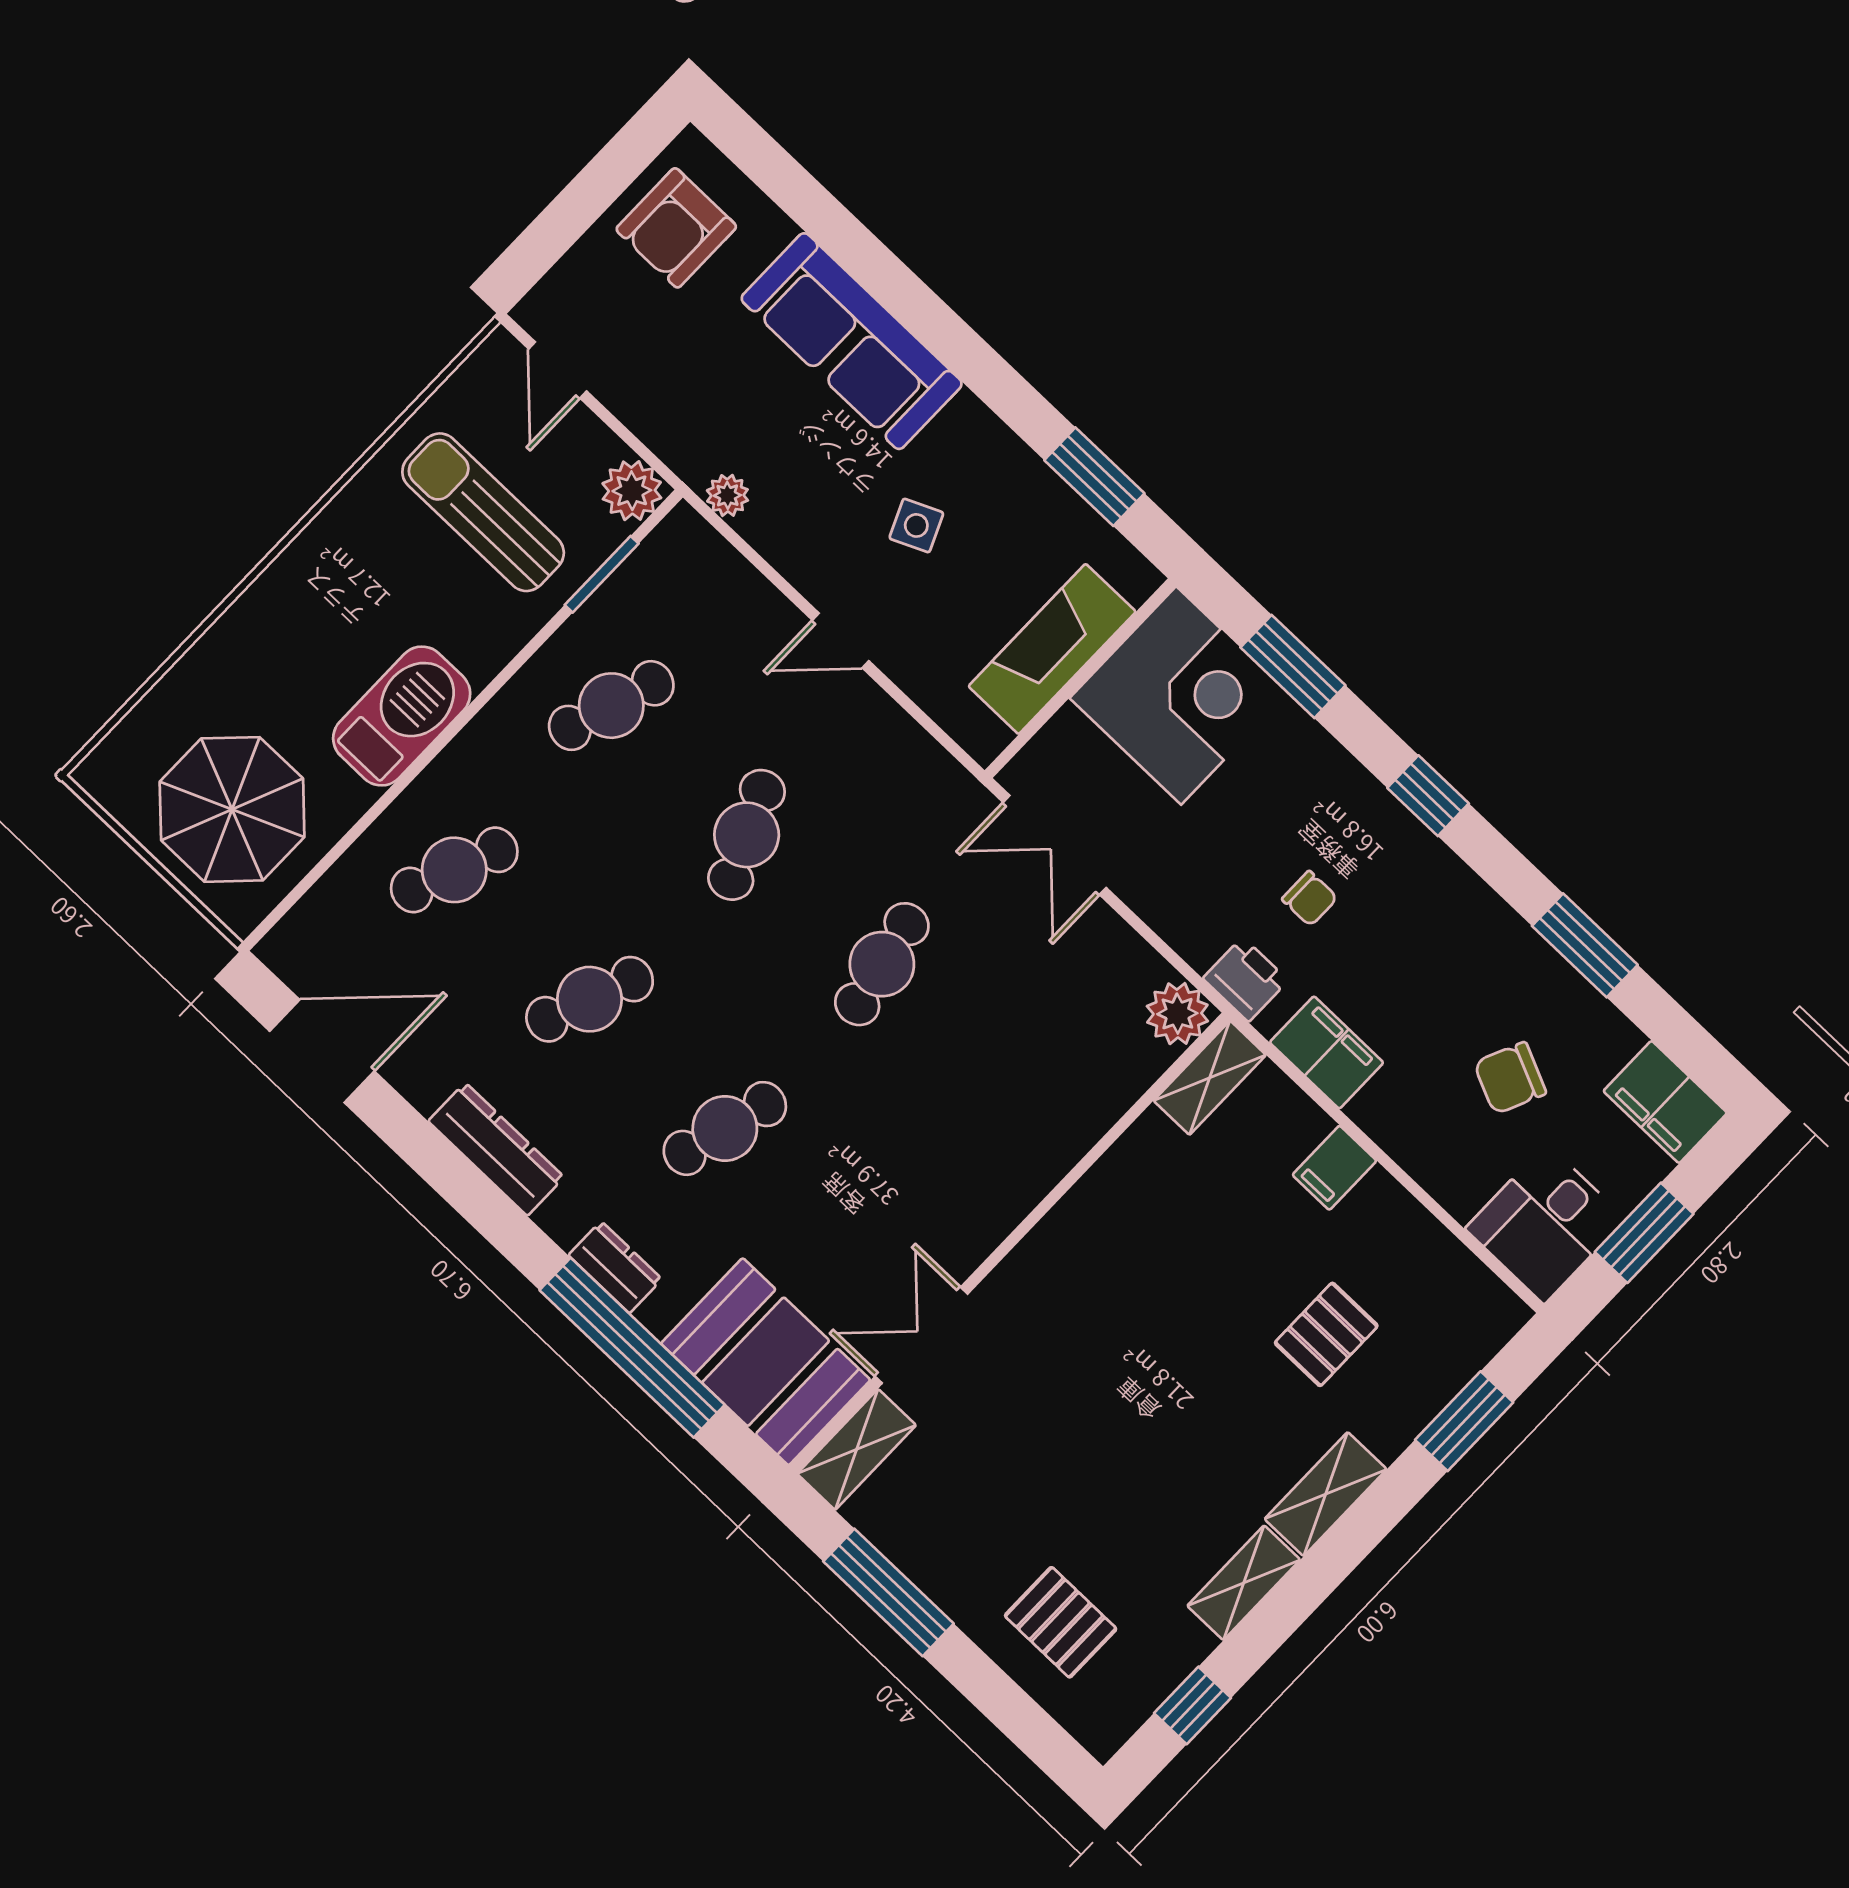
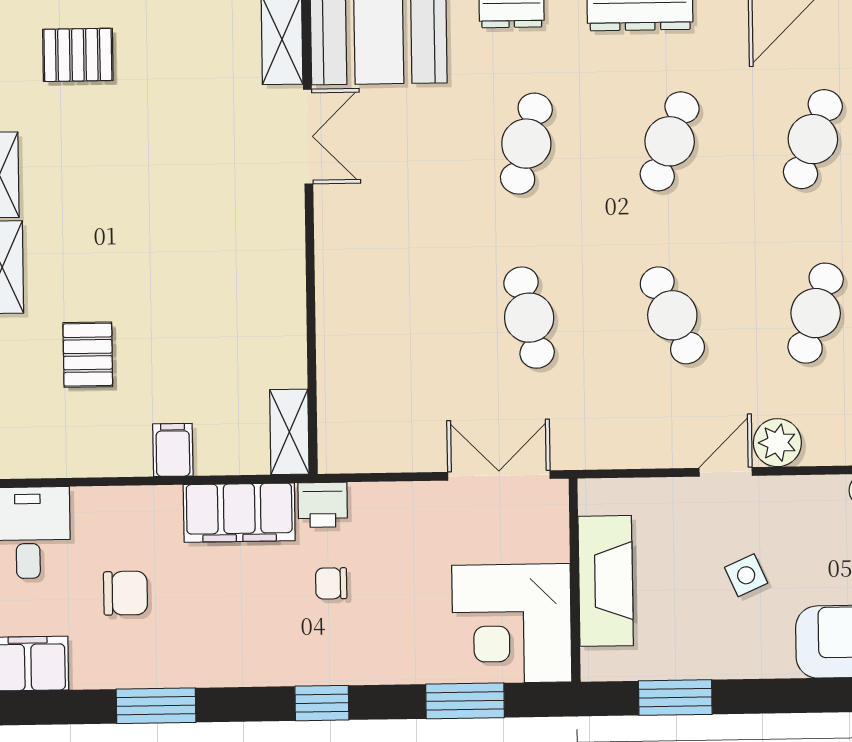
plant: (1177, 1014) -> (777, 443), moved
filing cabinet: (1327, 1052) -> (239, 513), width x1.50, depth x1.17
chair: (1510, 1078) -> (125, 593), turned 66

